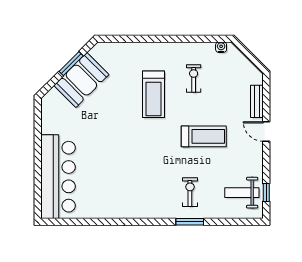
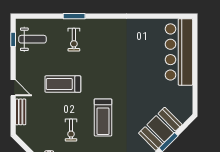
treadmill: (153, 94) -> (103, 117), turned 180

